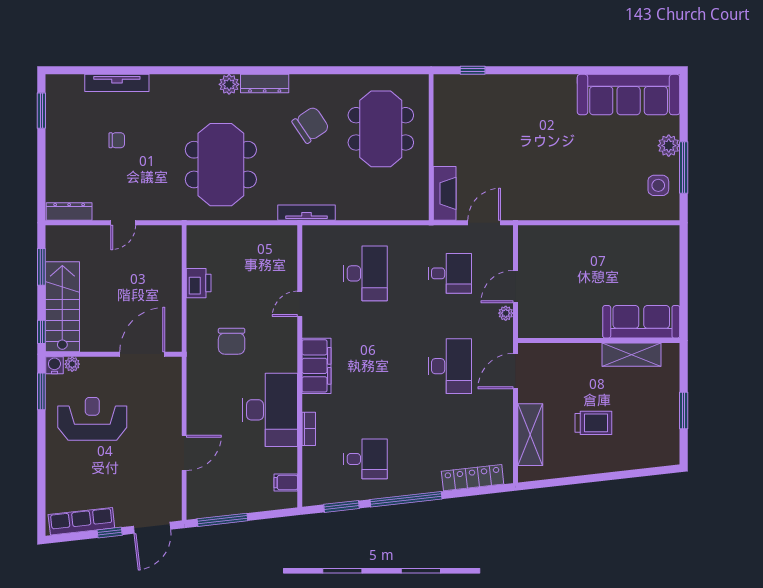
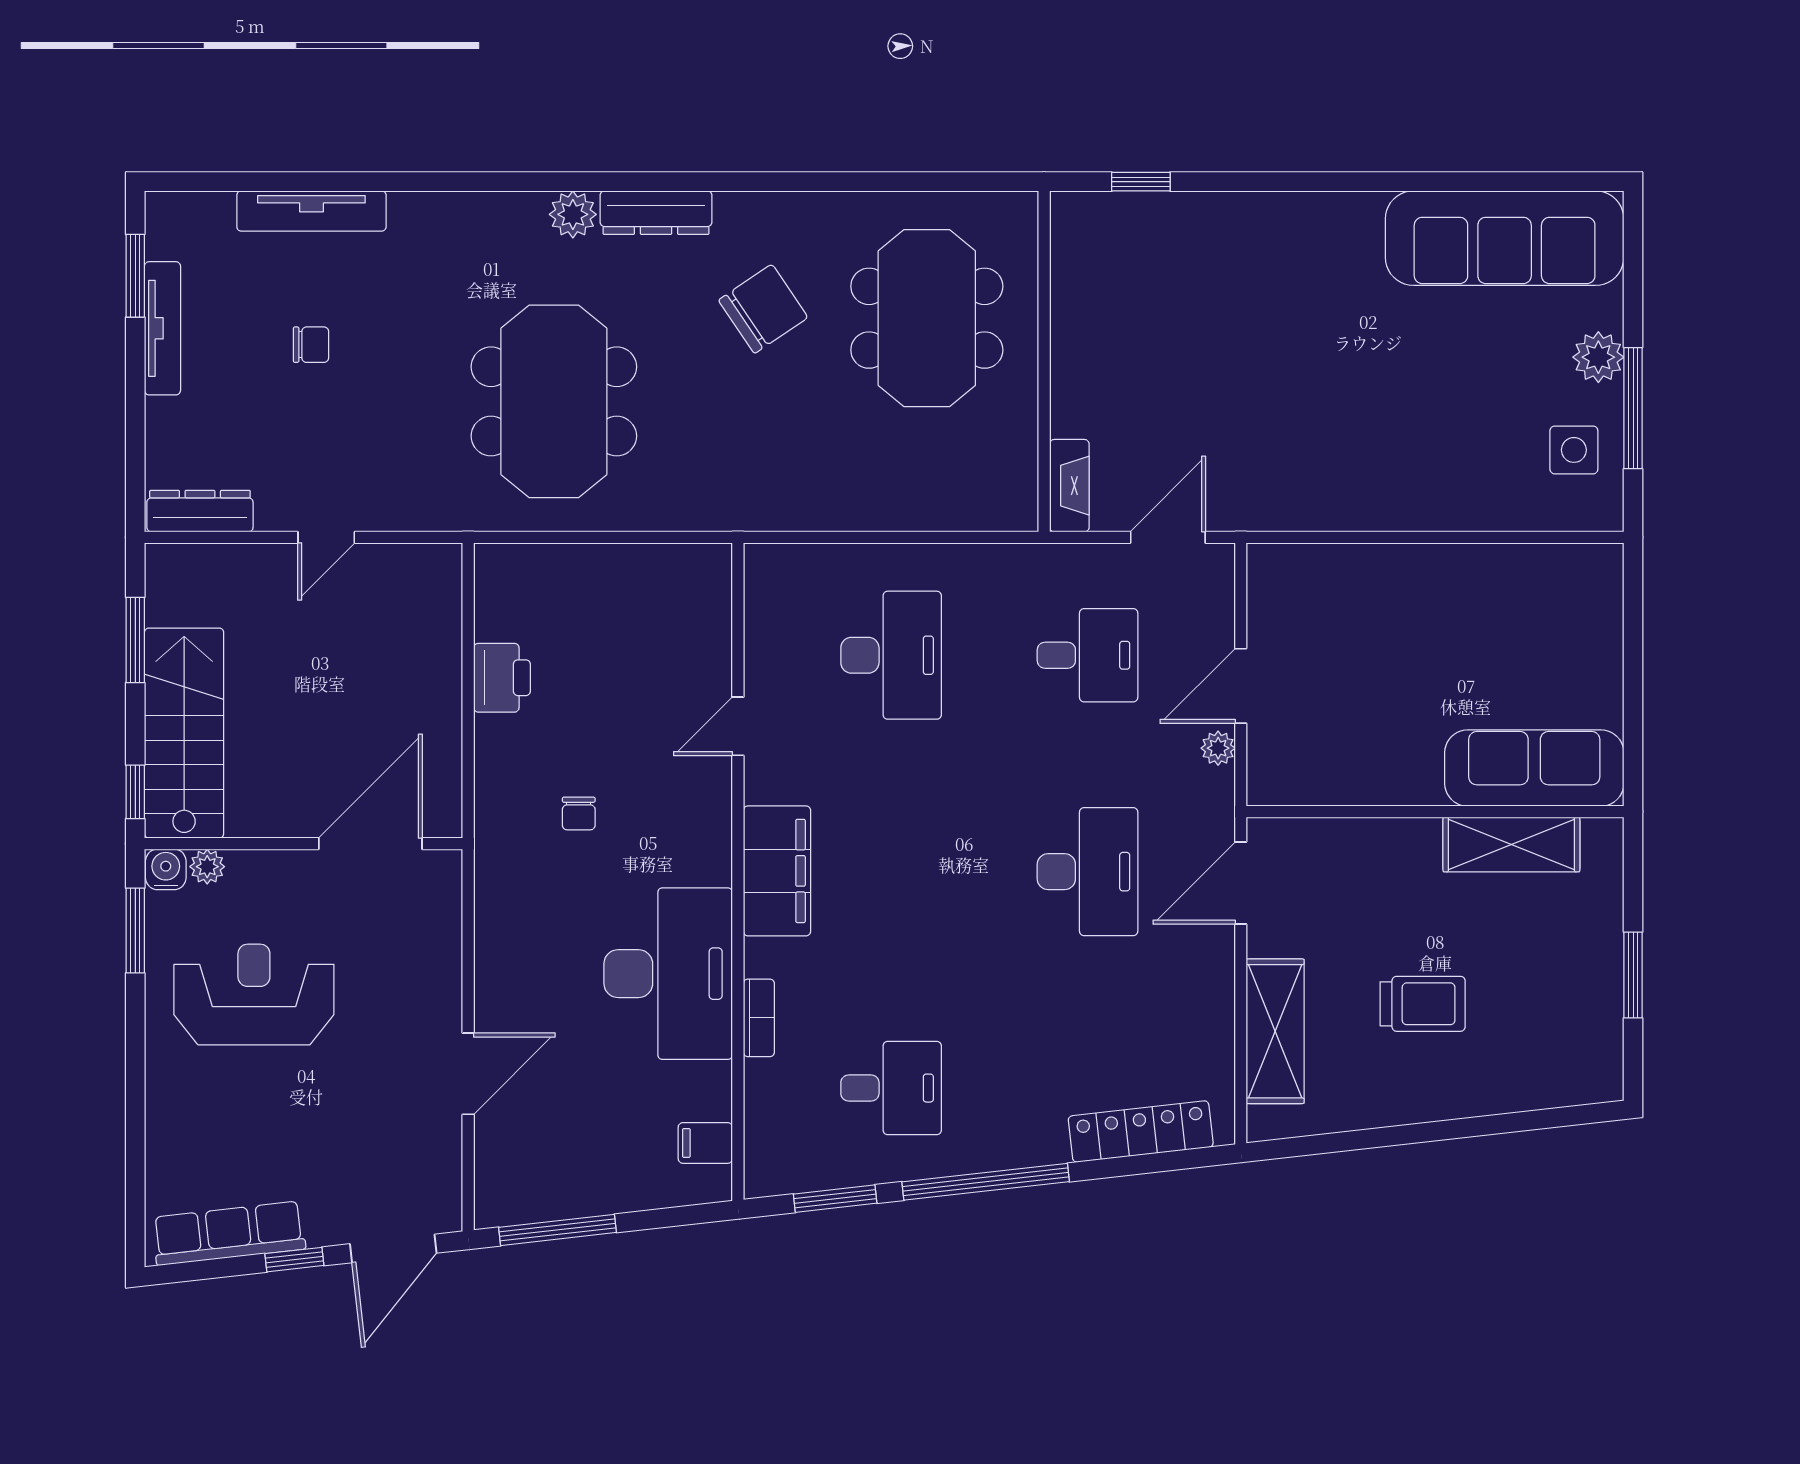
fireplace: (445, 193) -> (1069, 486), width x0.73, depth x0.76
tv unit: (306, 213) -> (162, 328), moved, turned 90
chair: (232, 341) -> (579, 813), width x0.54, depth x0.54

